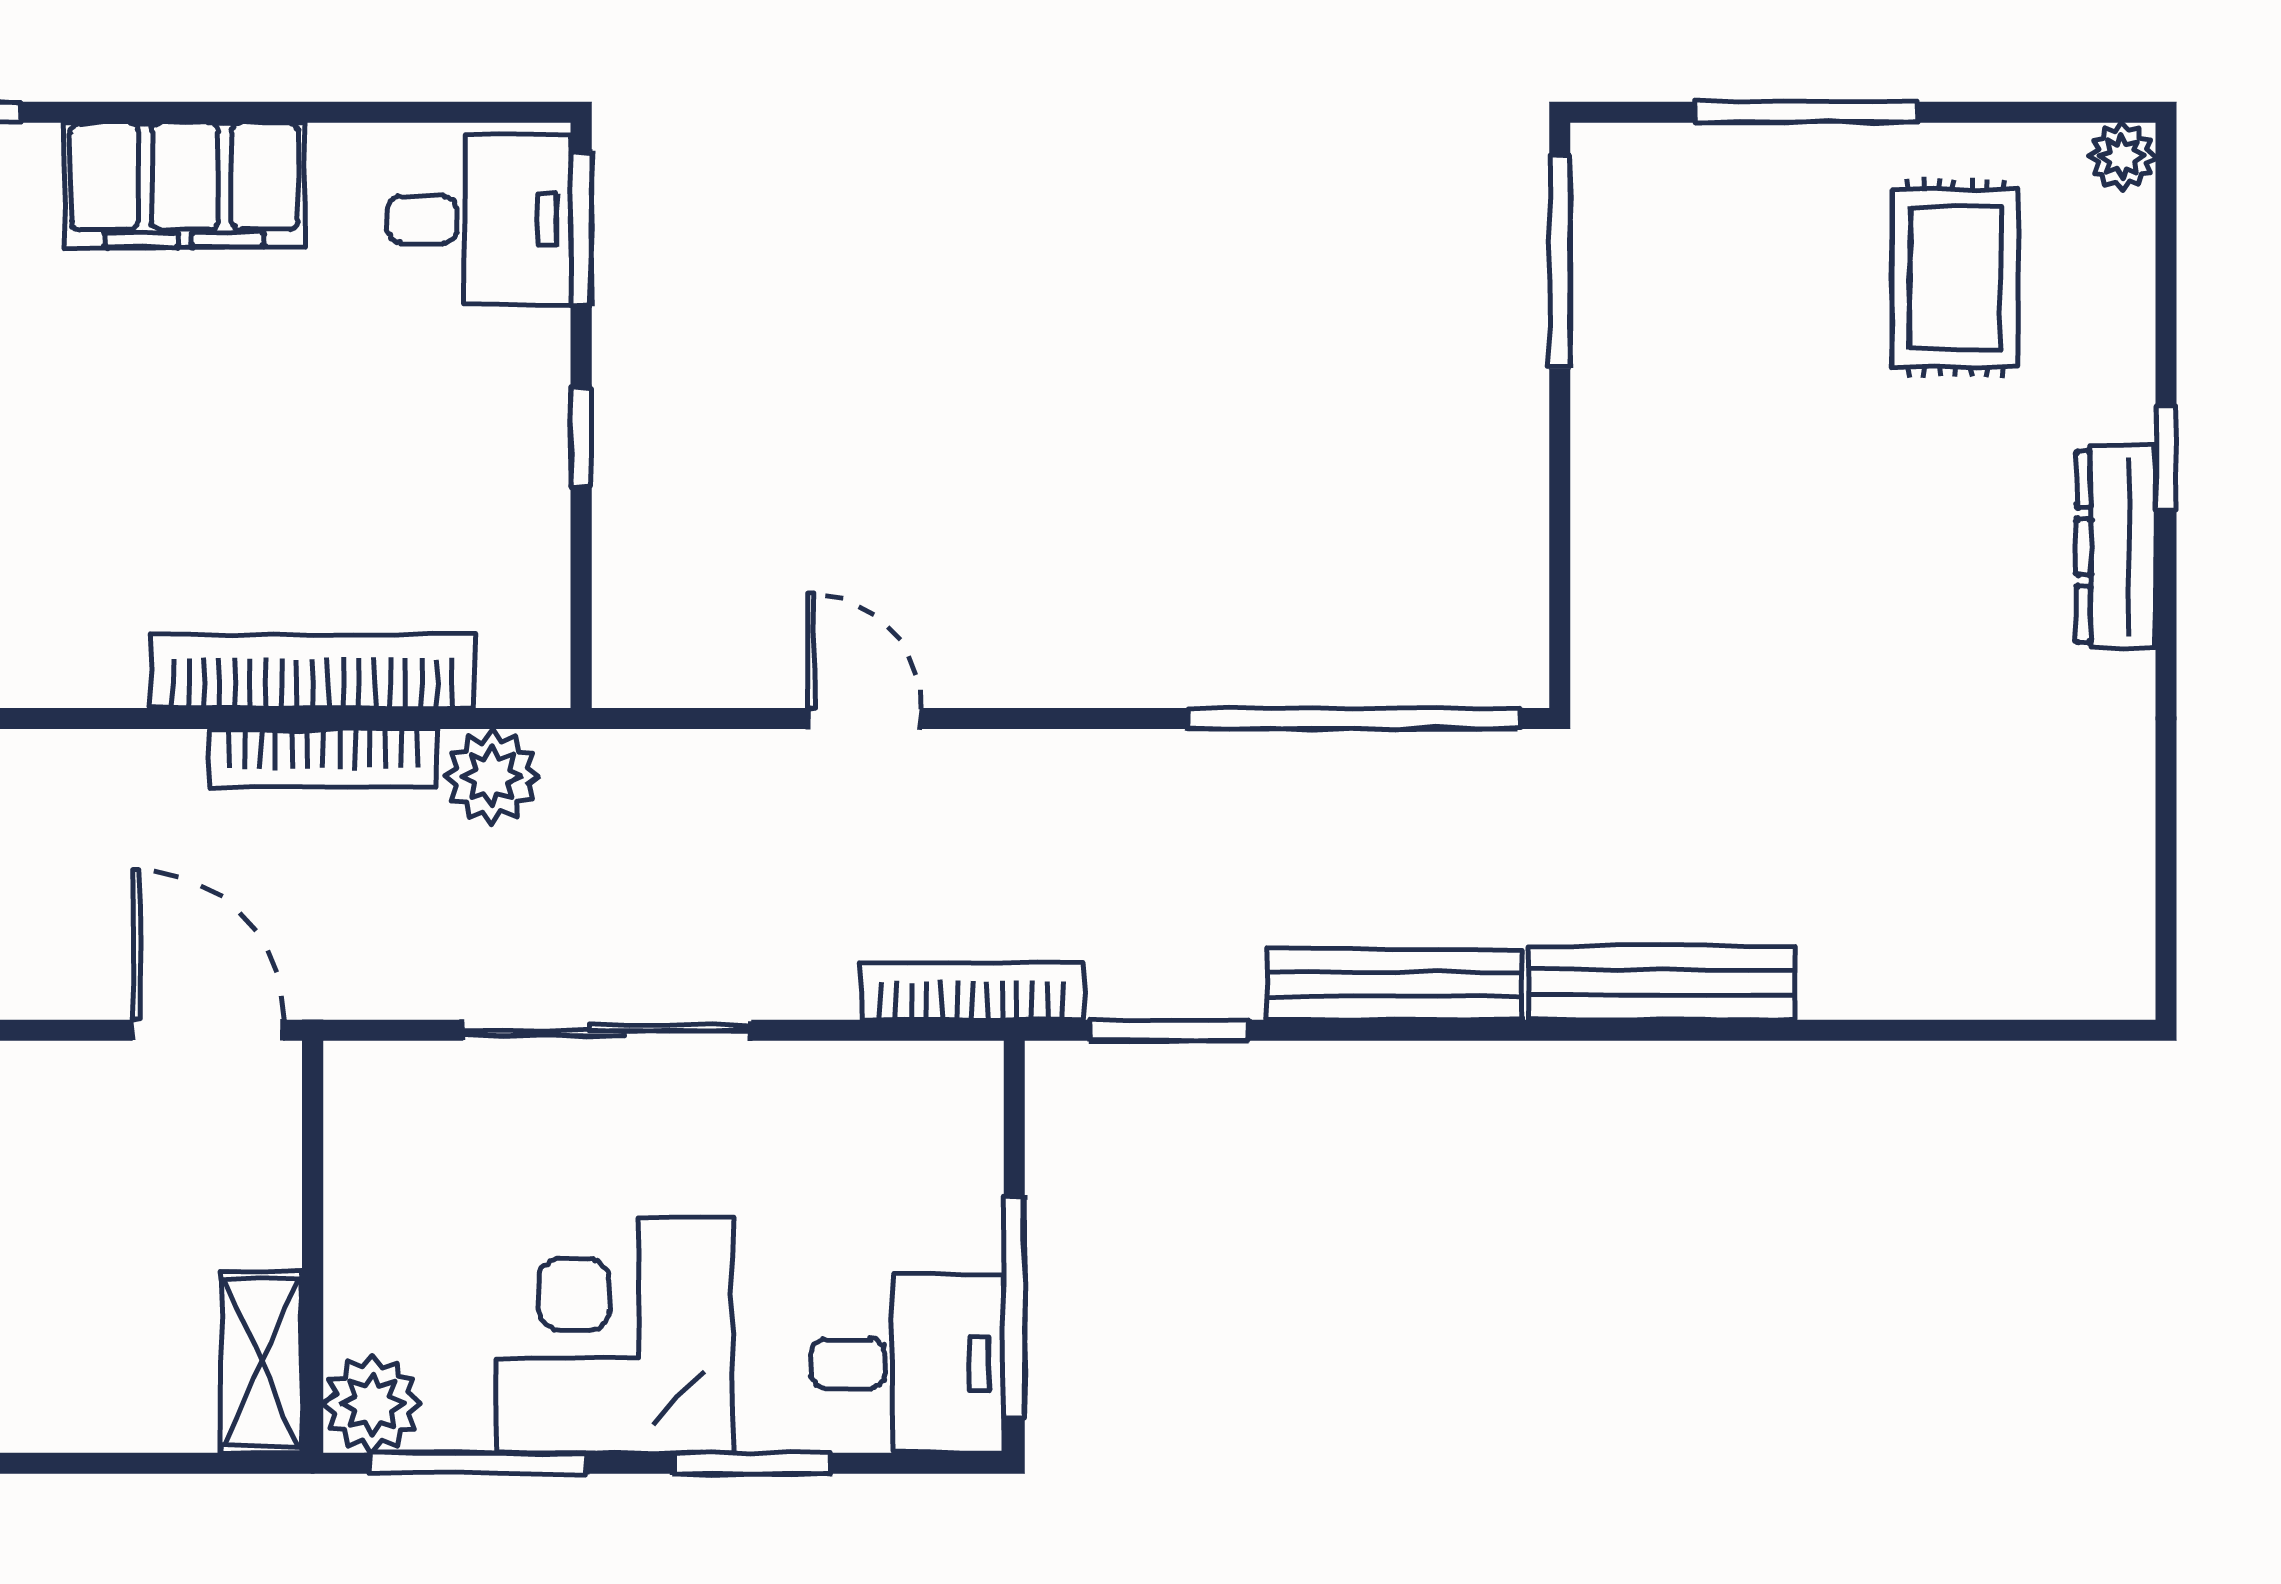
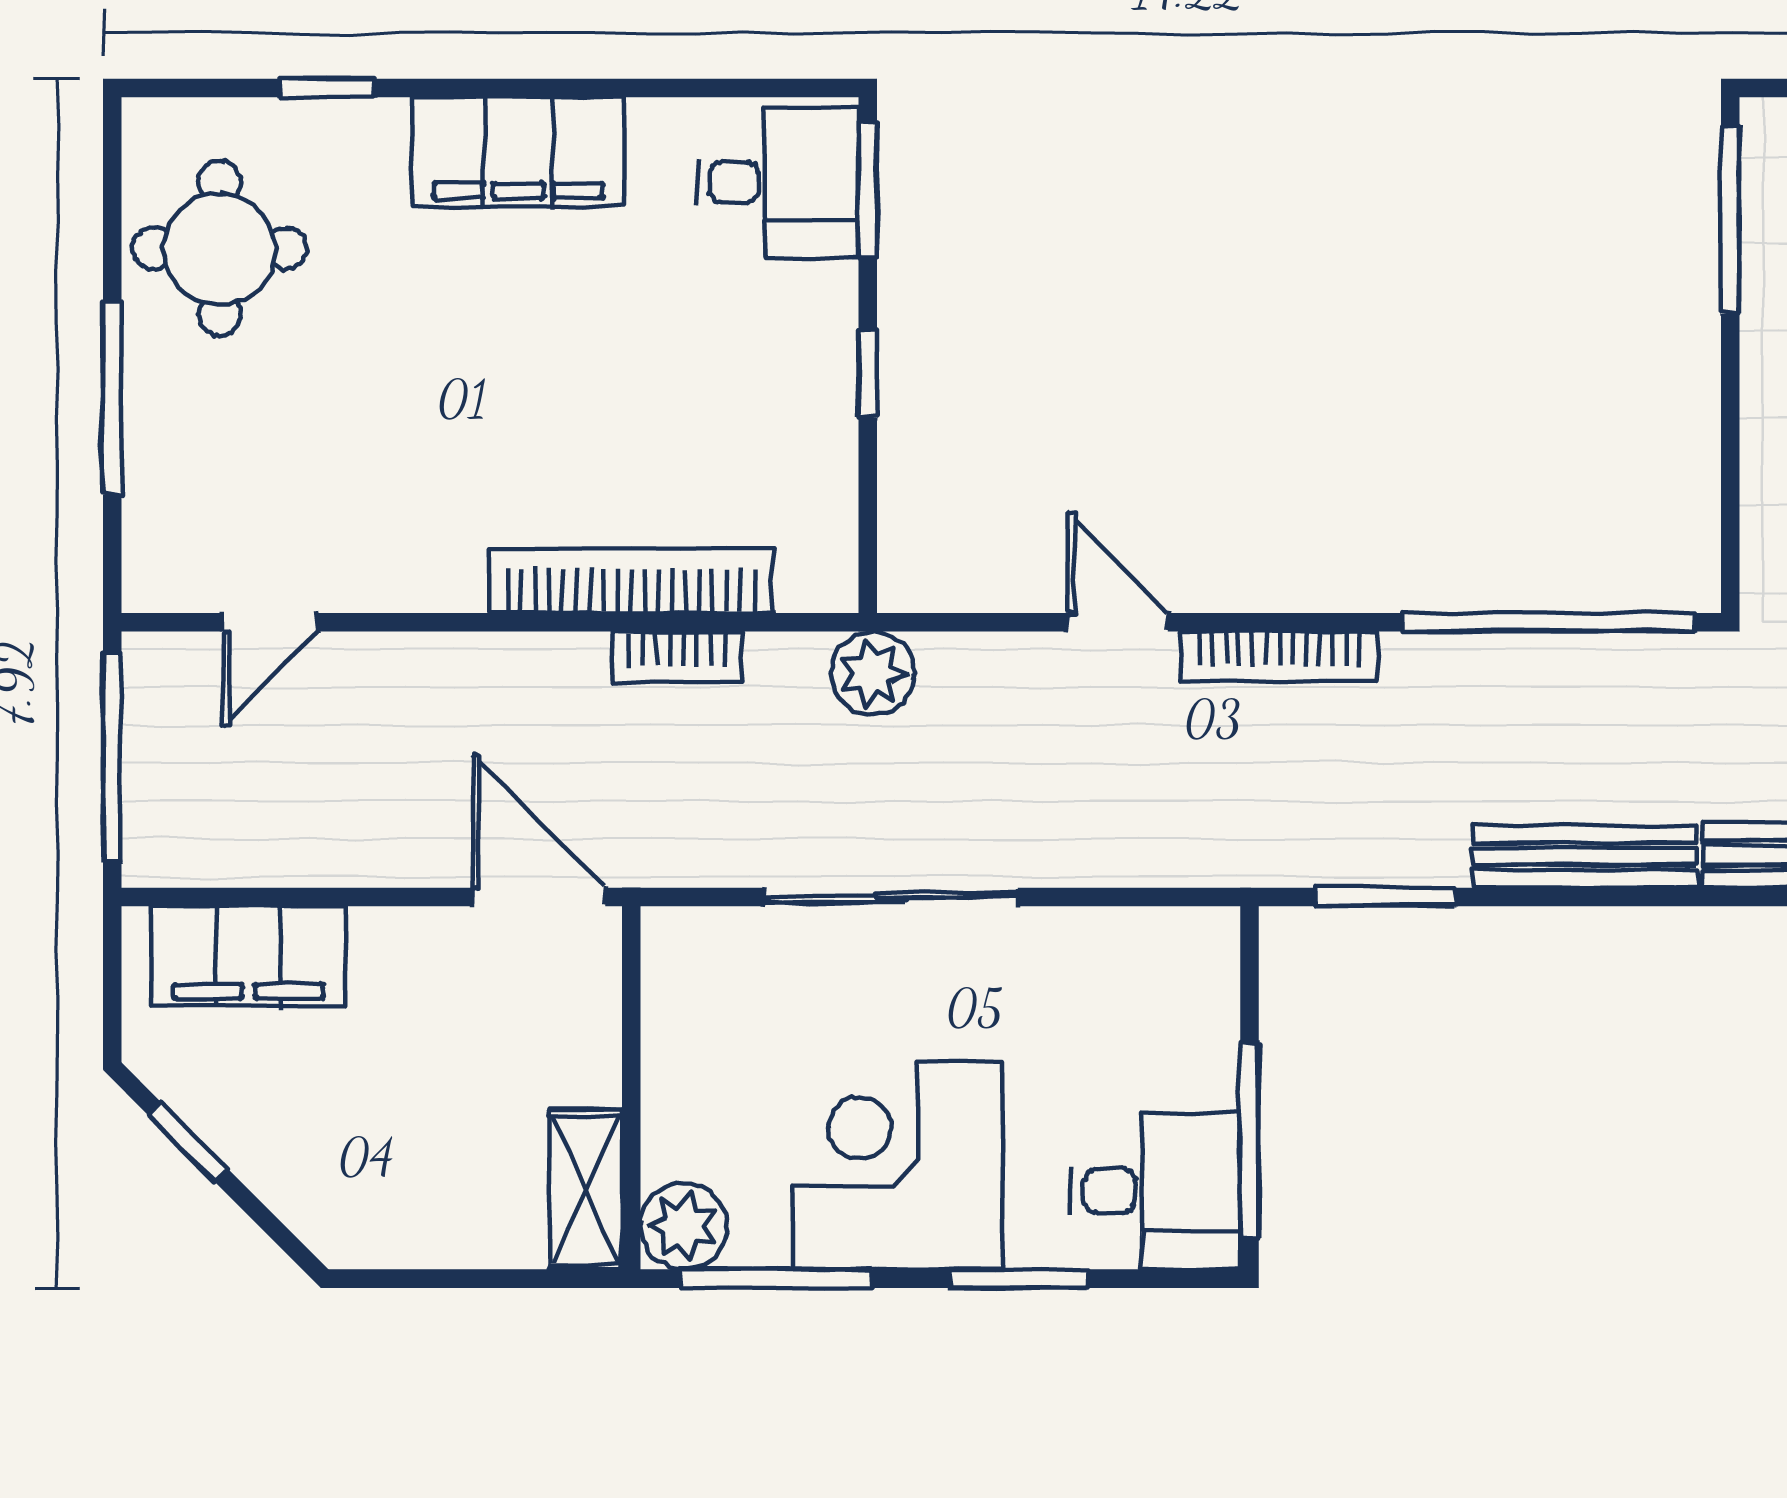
bookcase: (323, 758) -> (677, 657), width x0.64
plant: (492, 776) -> (873, 673), moved
bookcase: (972, 991) -> (1279, 656), moved, turned 180

